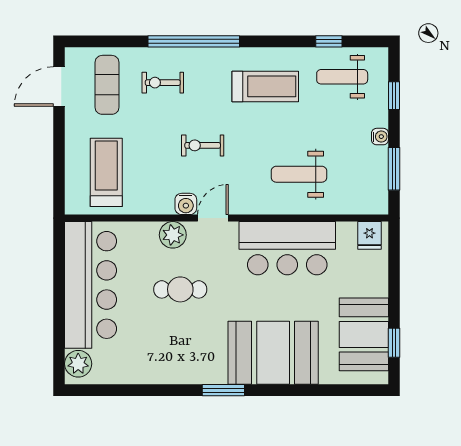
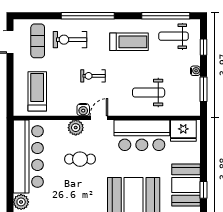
window: (329, 41) -> (166, 16), width x3.17
exercise bike: (163, 83) -> (70, 40), width x1.38, depth x1.39
fridge: (369, 235) -> (183, 131), width x1.88, depth x1.34

